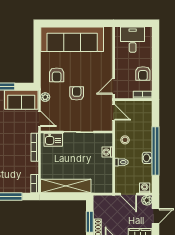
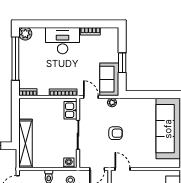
armchair: (57, 75) -> (134, 114), removed
door: (39, 119) -> (91, 97), swing flipped
washing machine: (107, 152) -> (69, 163), moved
shelving: (66, 186) -> (25, 143), moved

